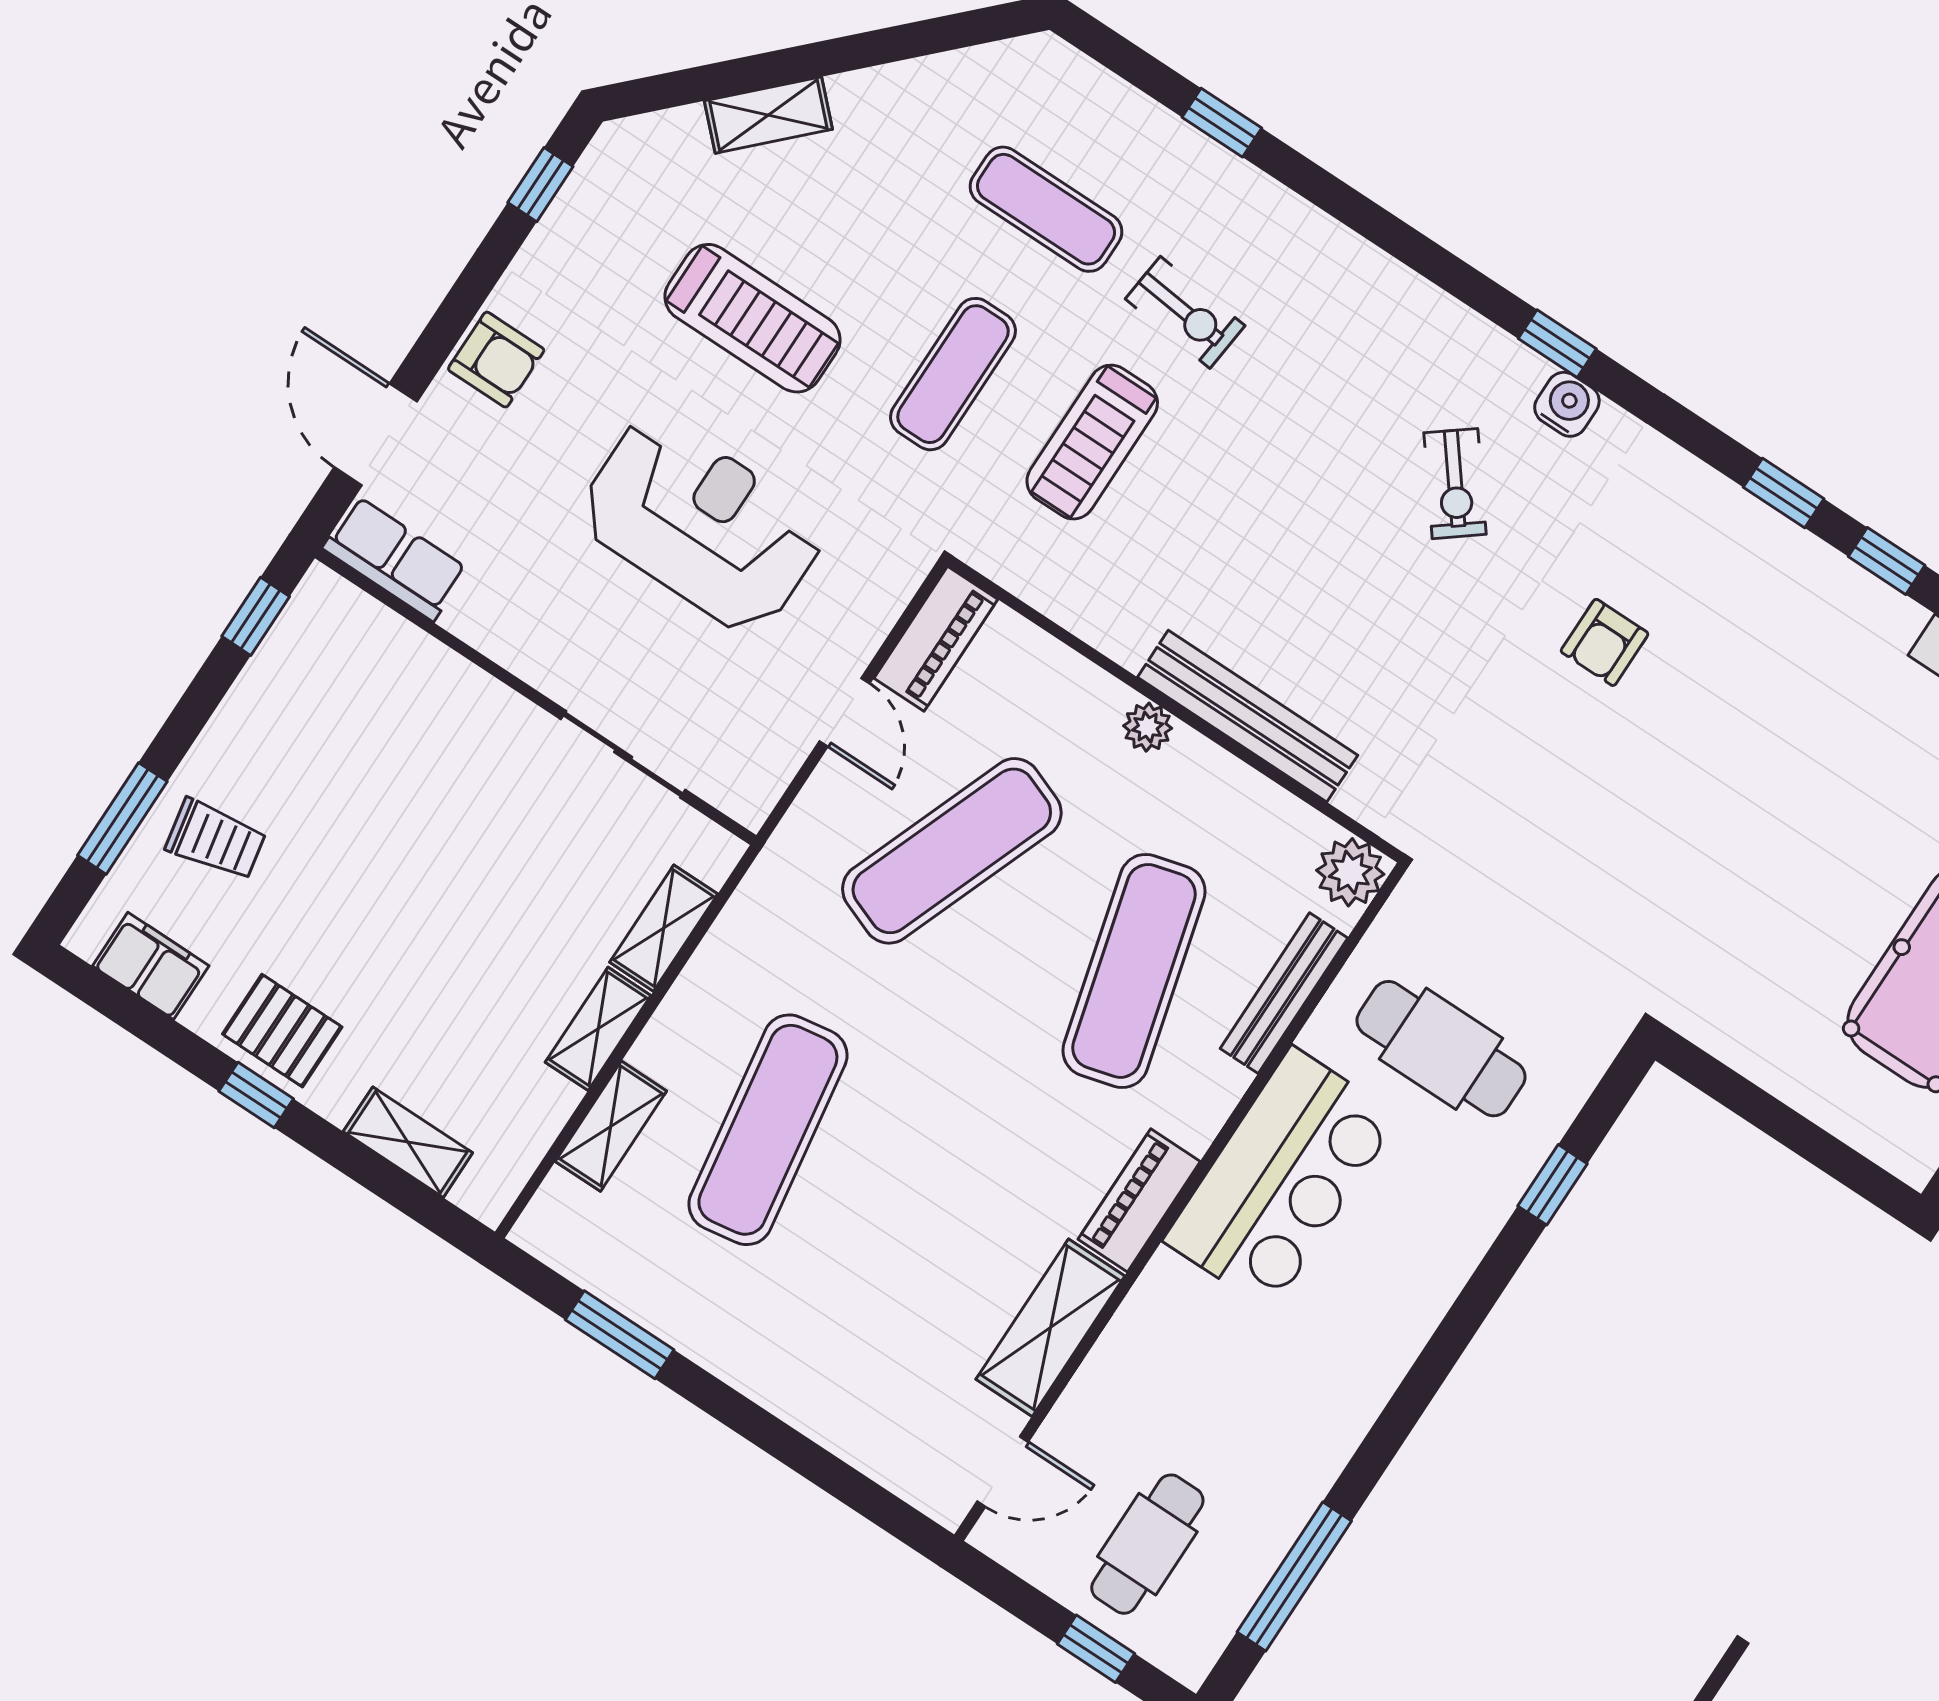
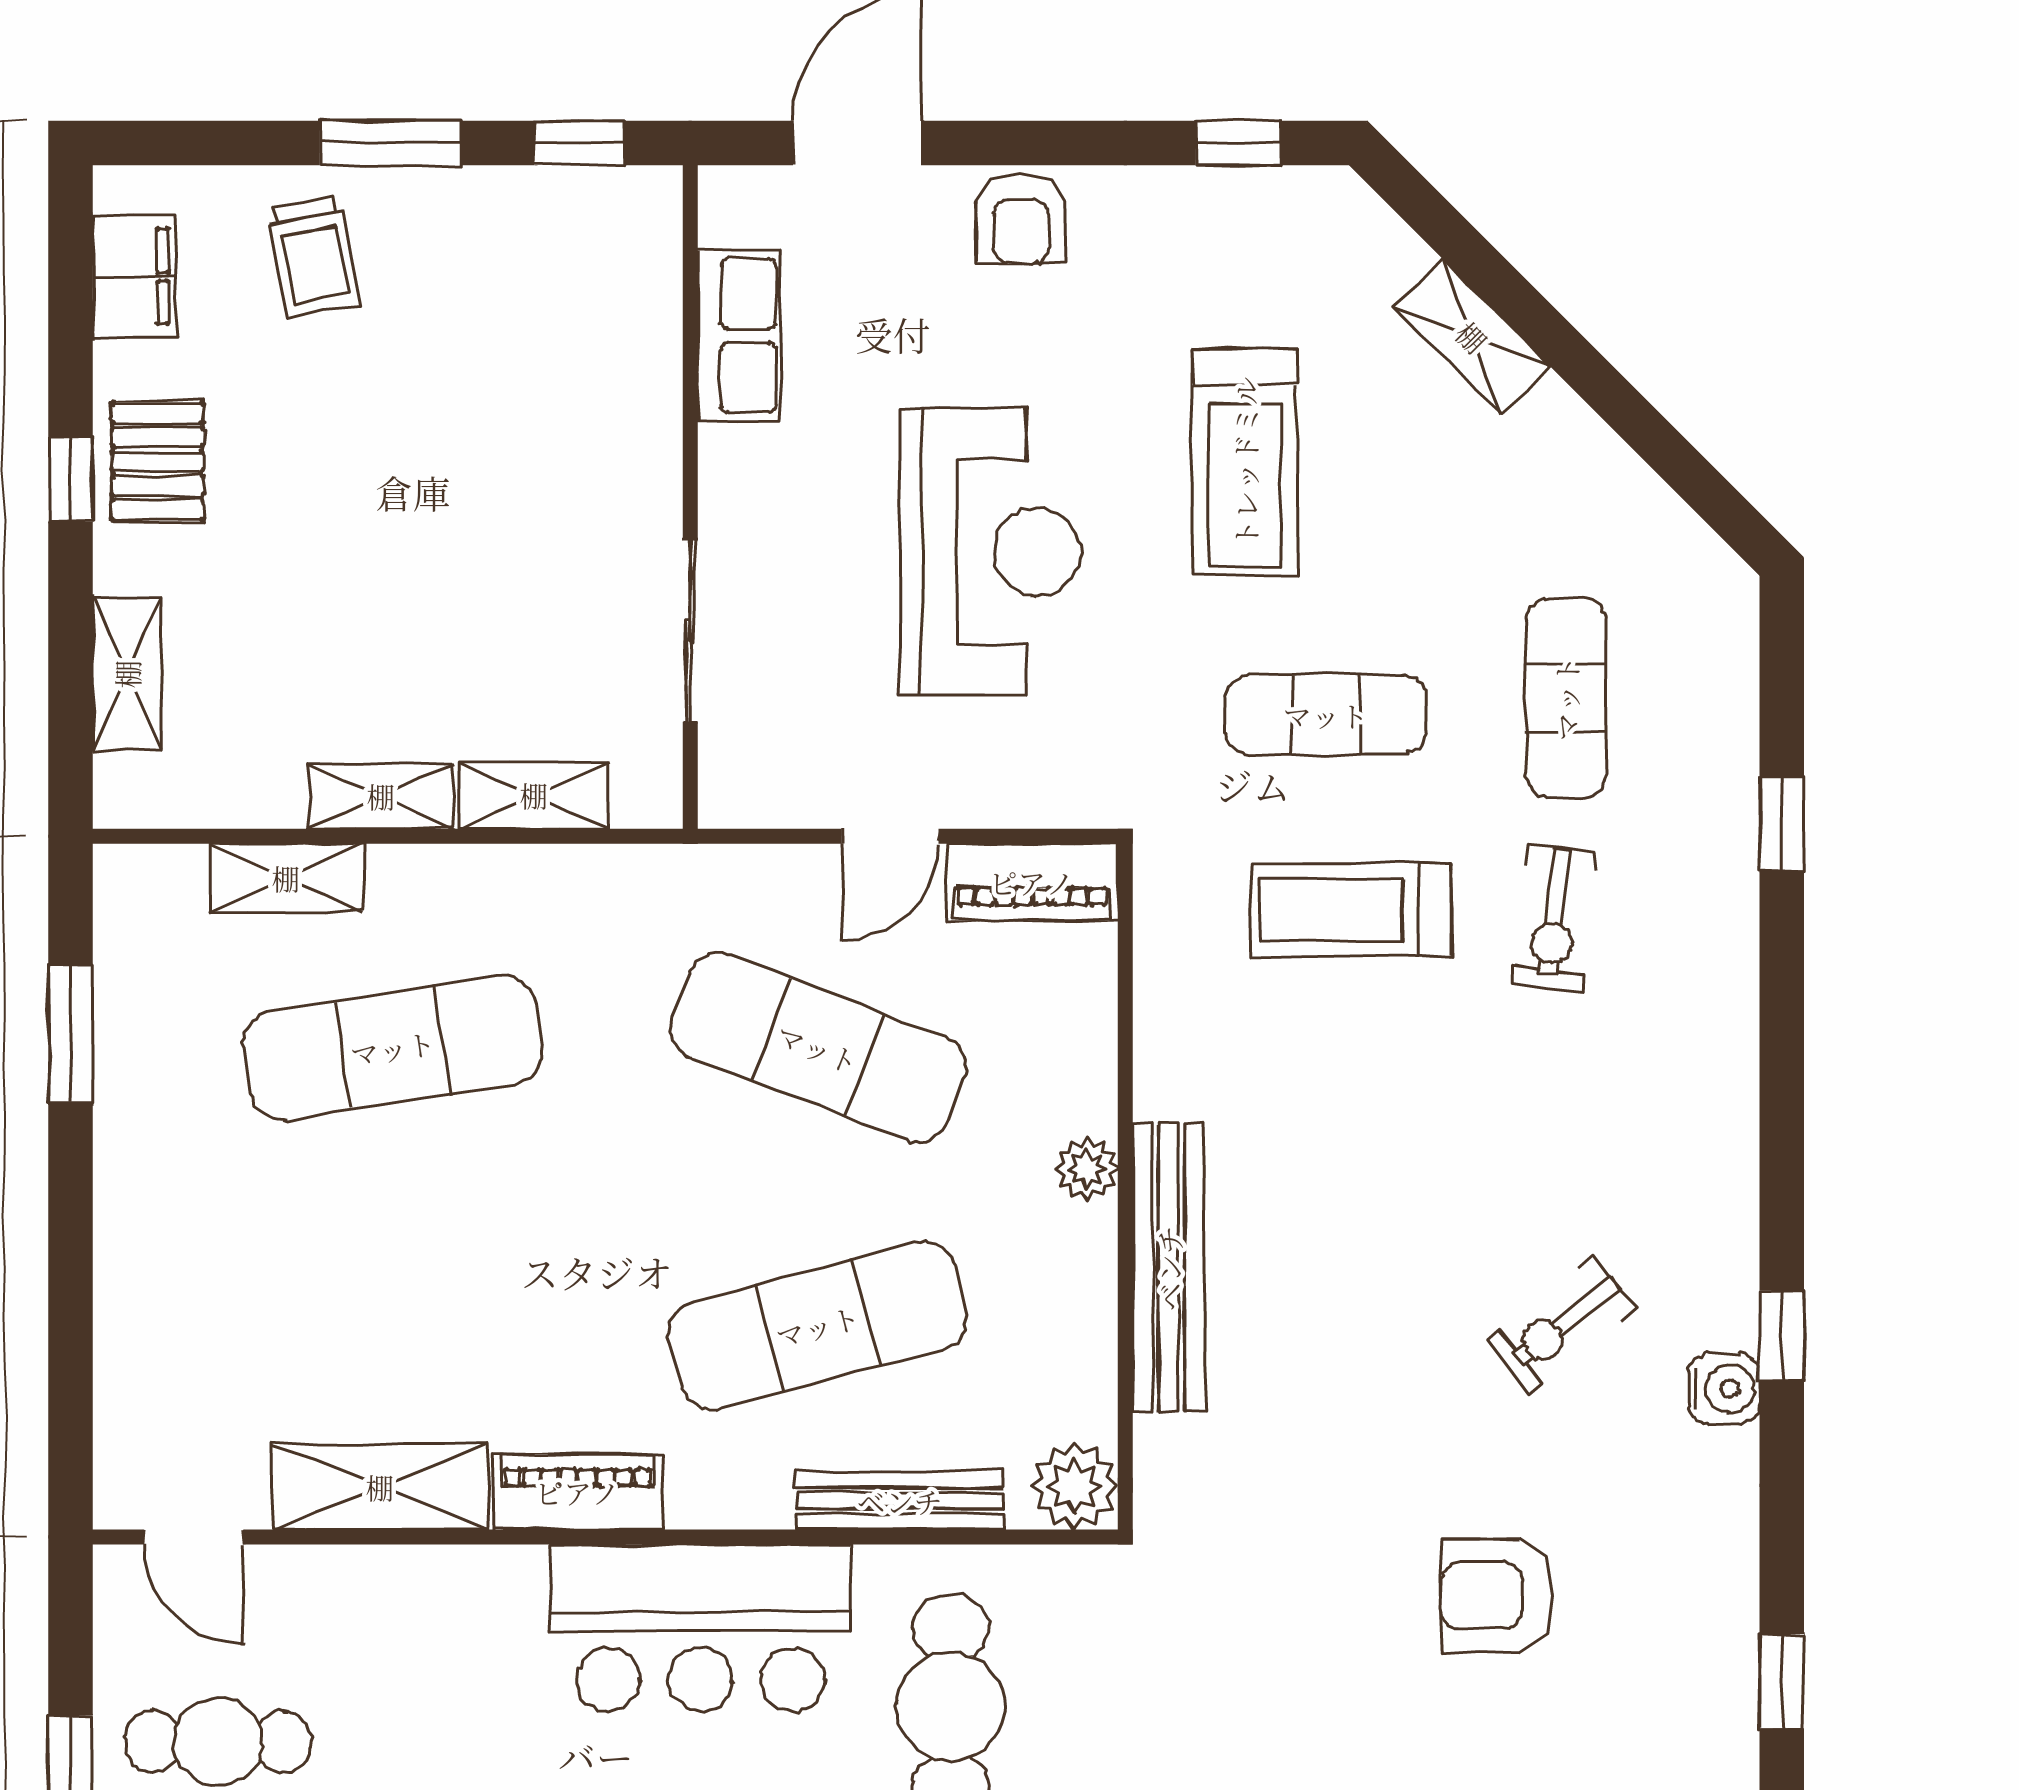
row of seats: (395, 559) -> (738, 336), moved
armchair: (1605, 642) -> (1497, 1596), width x1.38, depth x1.38
window: (122, 818) -> (391, 143), moved

